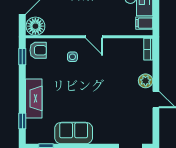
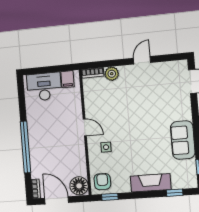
door: (94, 37) -> (85, 127), hinge flipped
plant: (146, 81) -> (112, 74), moved

